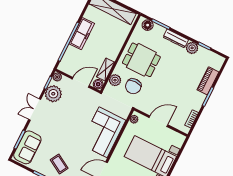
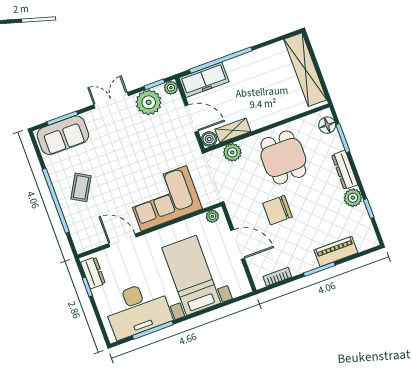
freezer: (82, 34) -> (204, 80), moved
chair: (133, 86) -> (278, 210), moved

